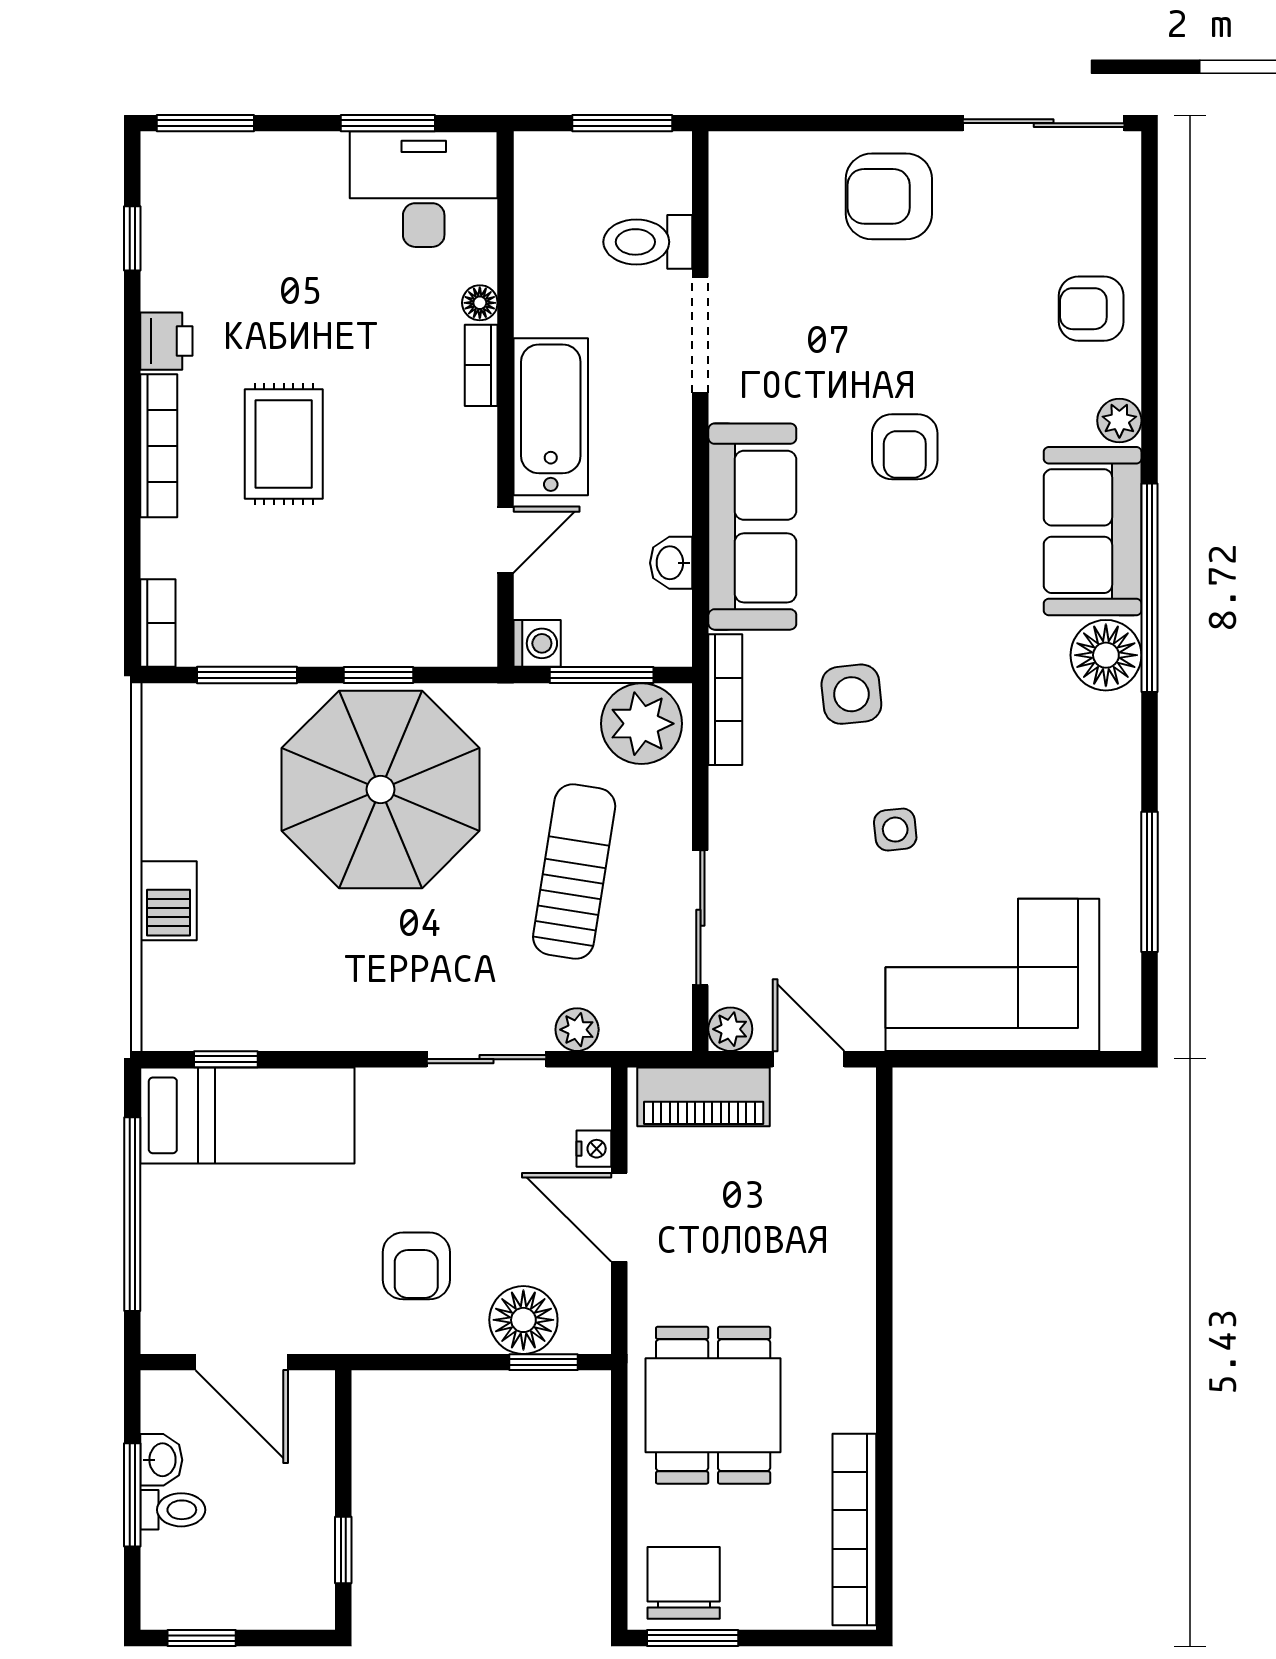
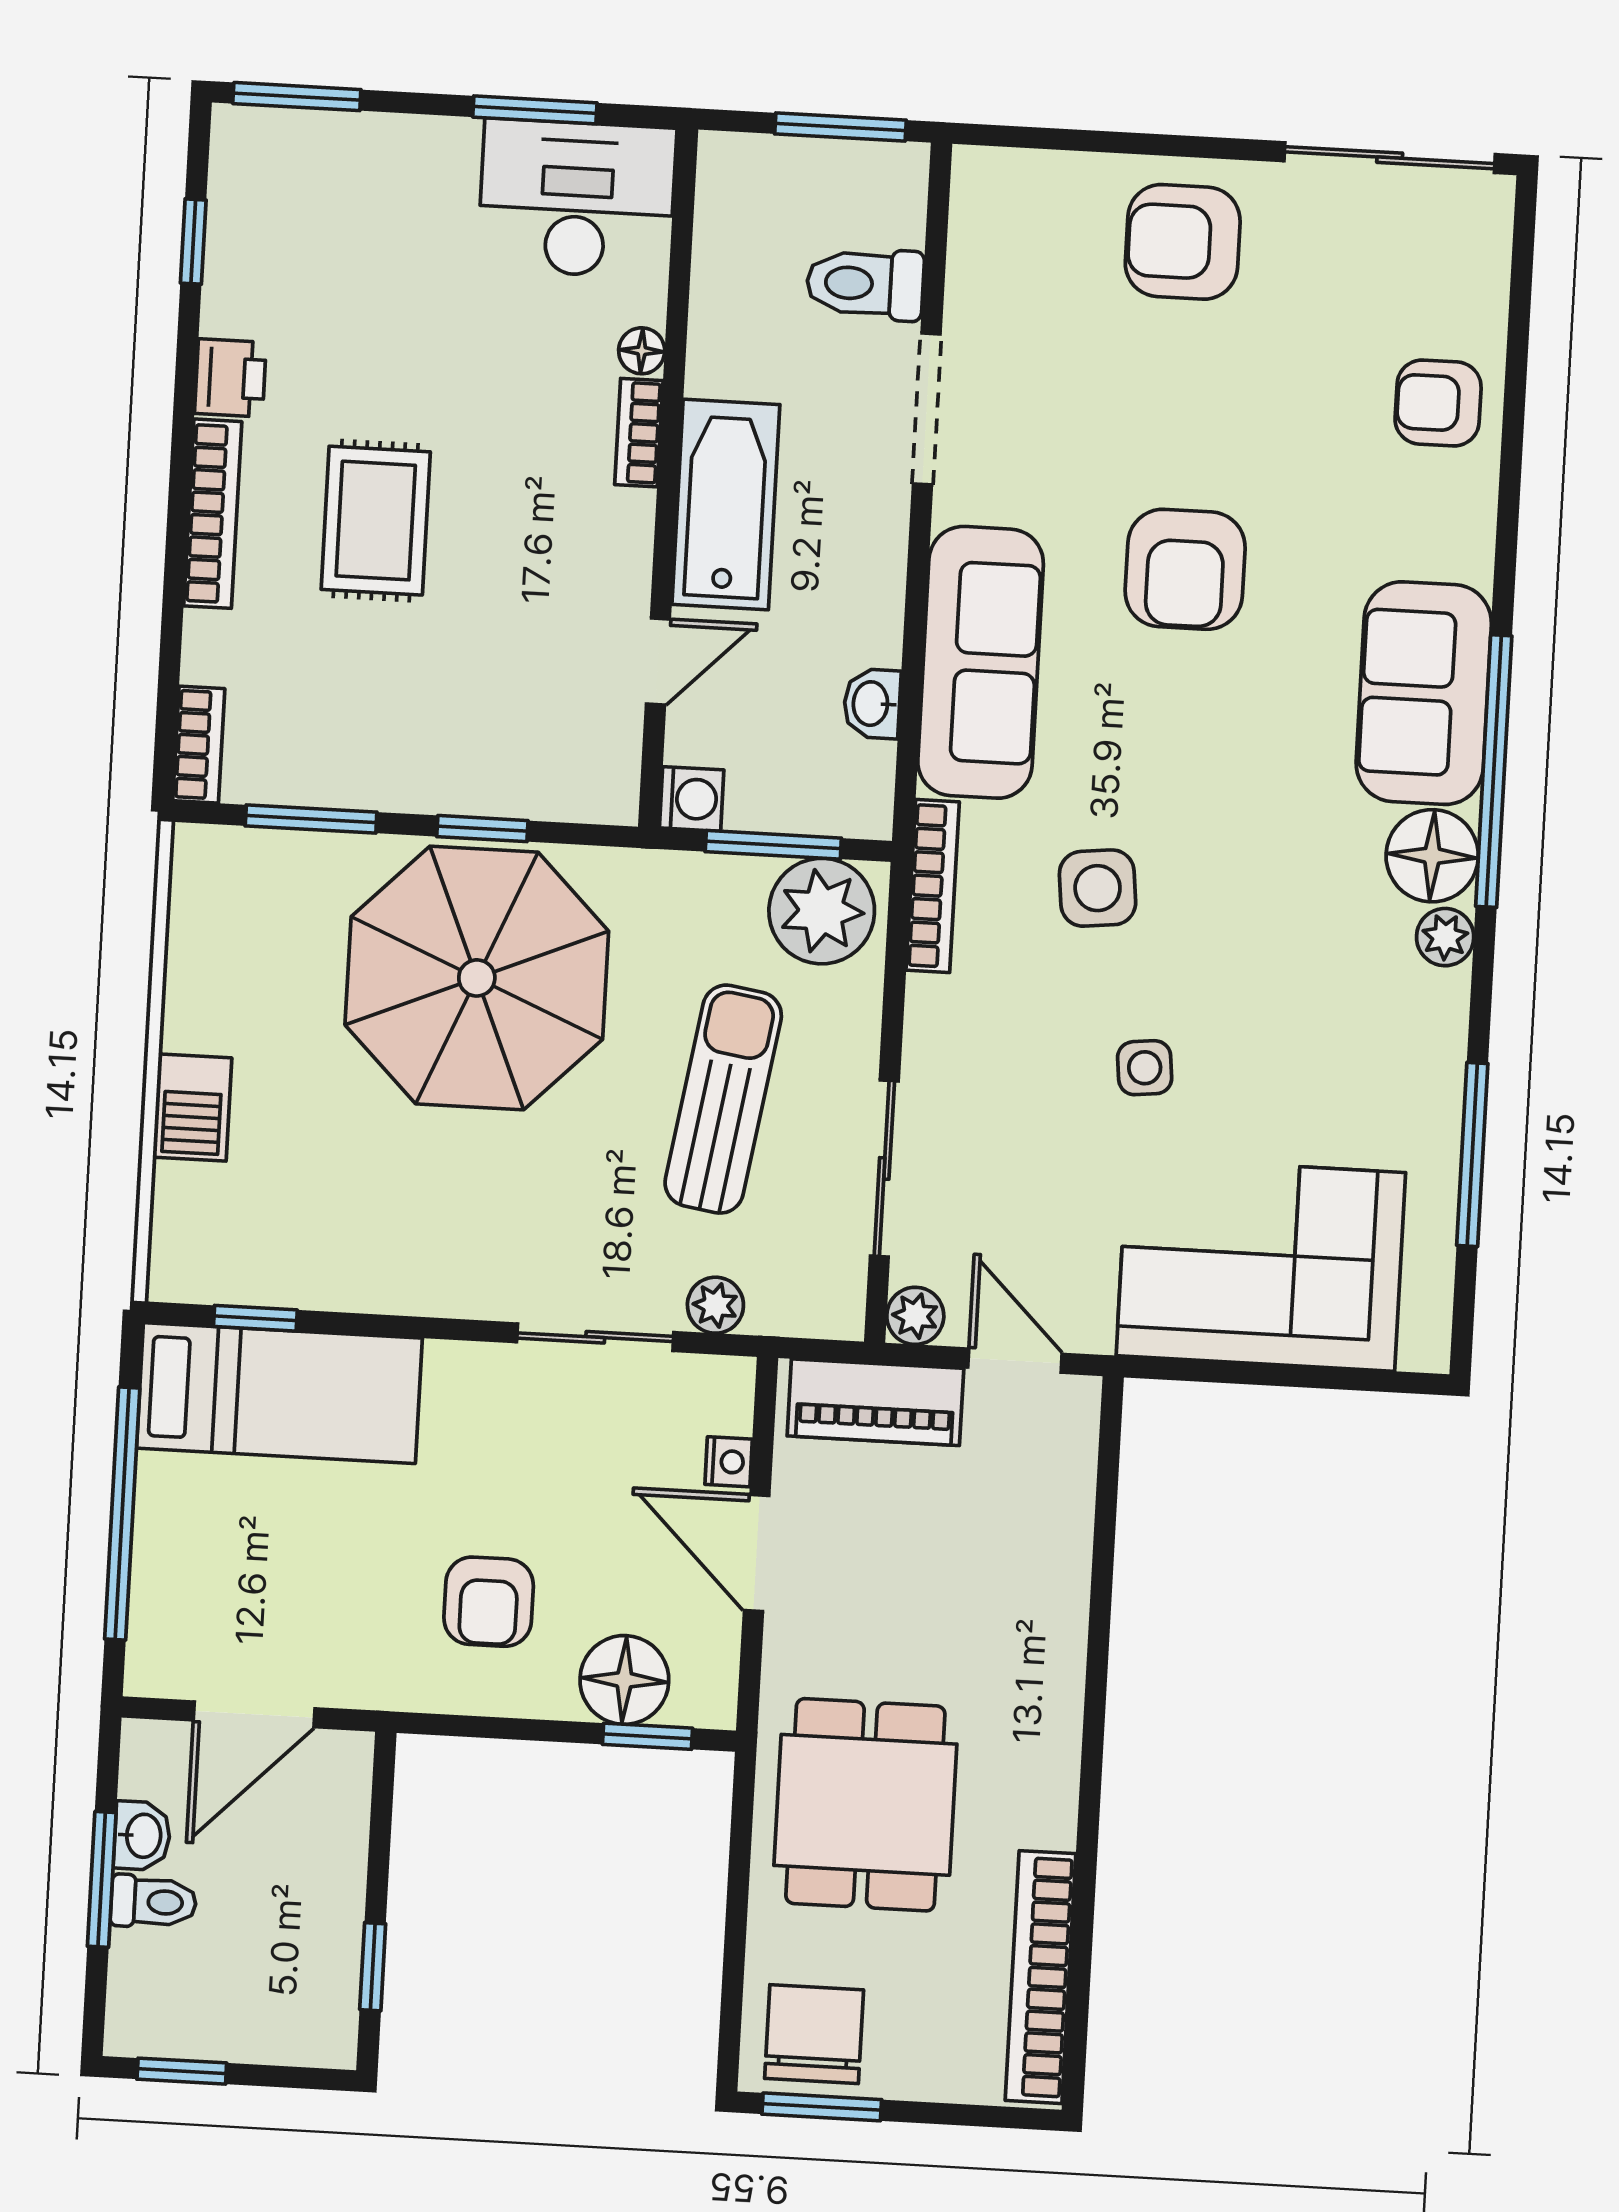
plant: (1119, 421) -> (1445, 937), moved
armchair: (905, 447) -> (1185, 569), width x1.38, depth x1.38
door: (242, 1362) -> (254, 1714), hinge flipped

